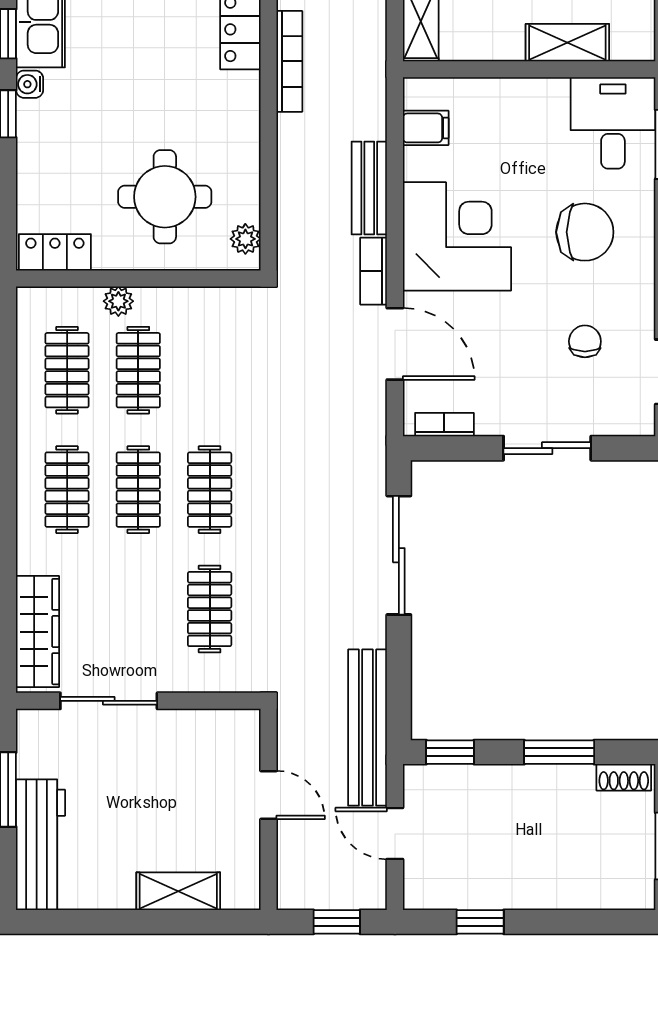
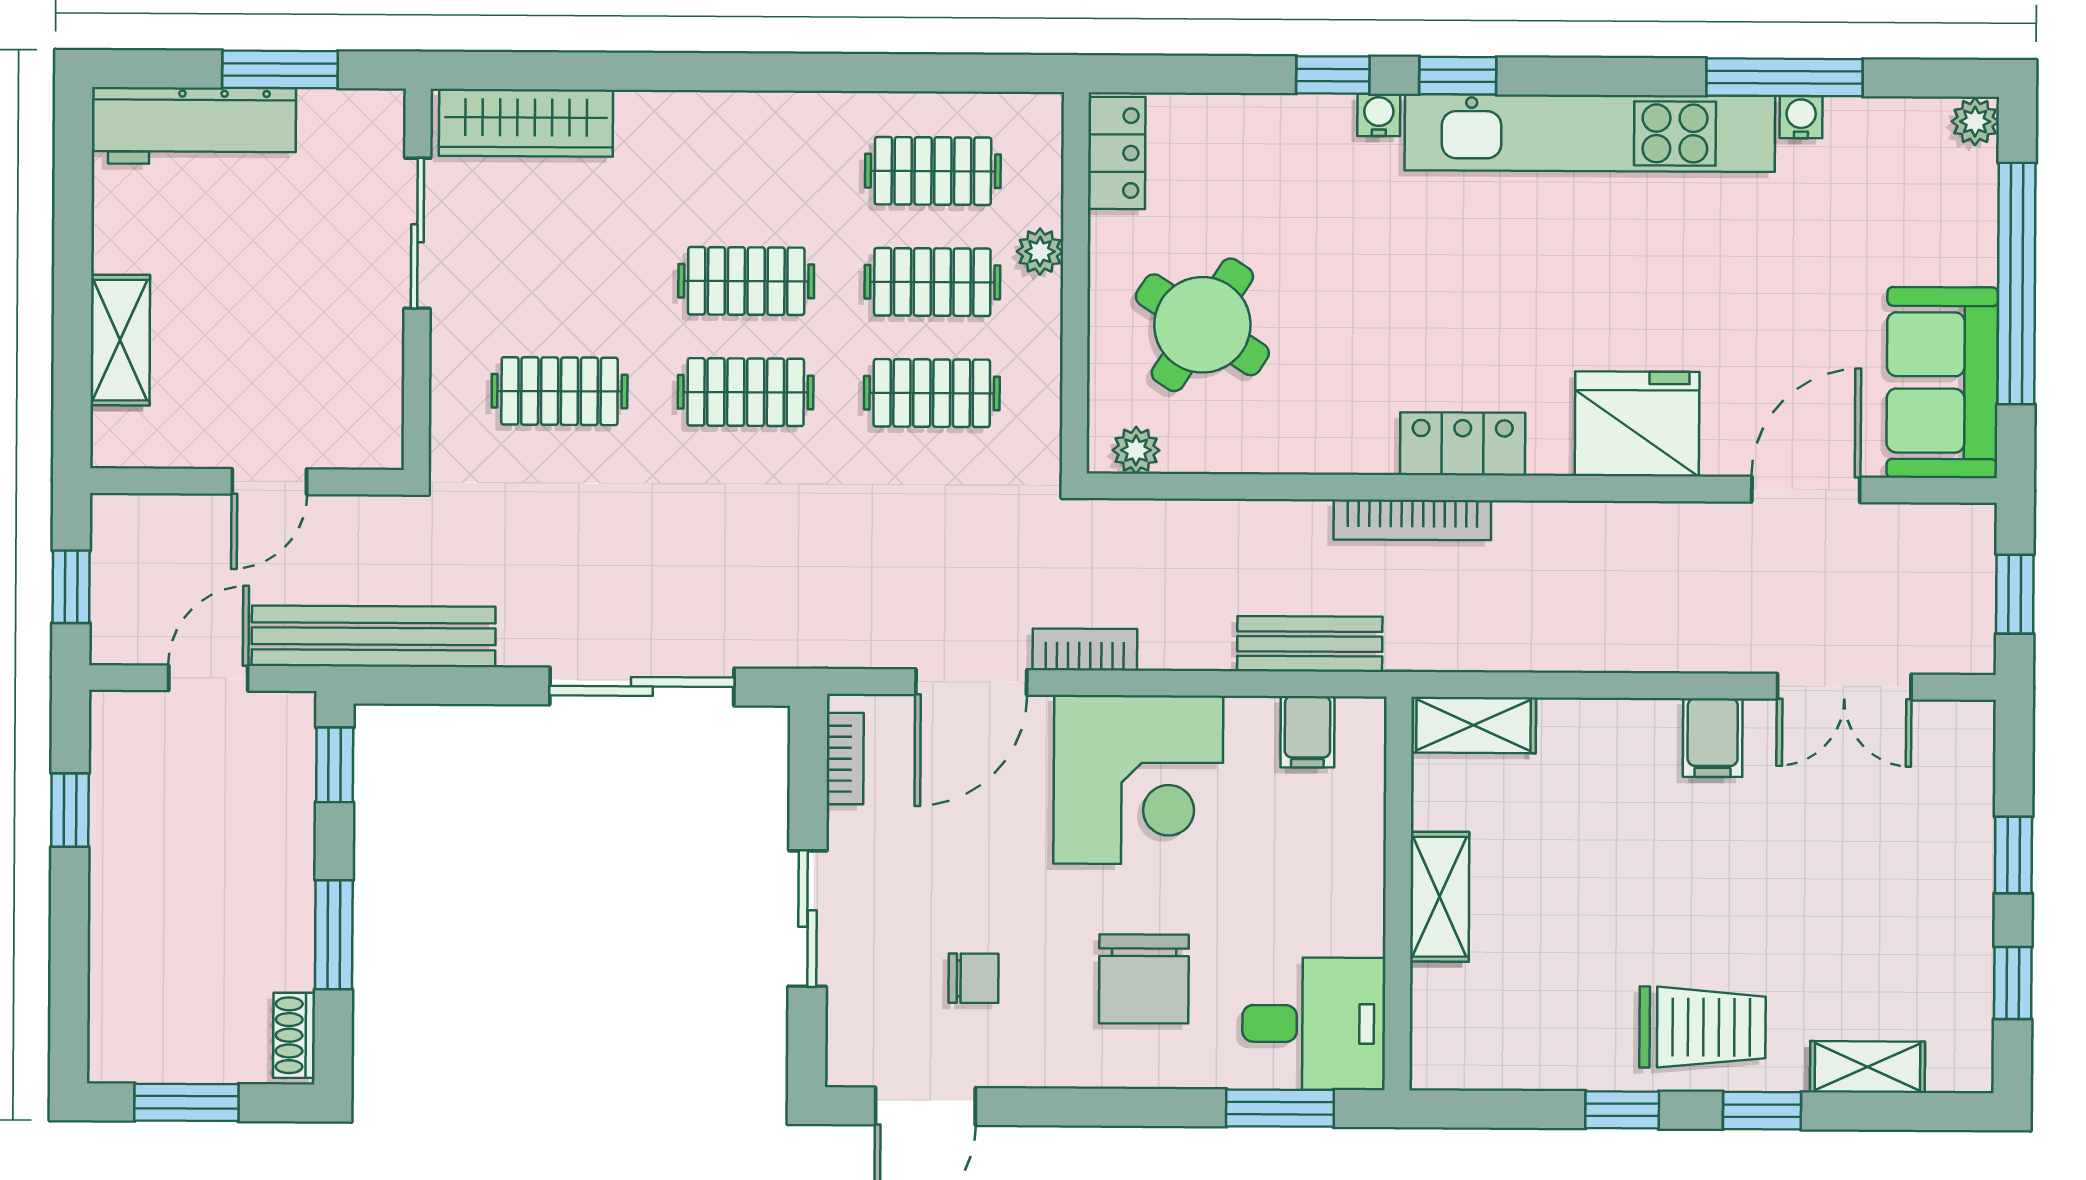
shelving: (567, 43) -> (1440, 897), moved
bench: (369, 188) -> (1310, 644), moved
round table: (165, 197) -> (1202, 325), turned 33
clothes rail: (67, 490) -> (932, 393), moved

